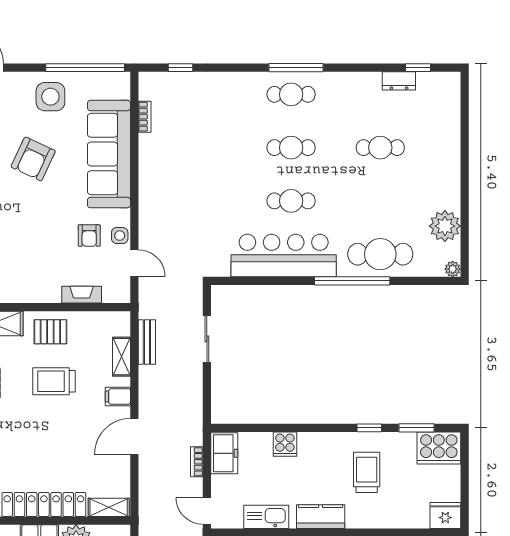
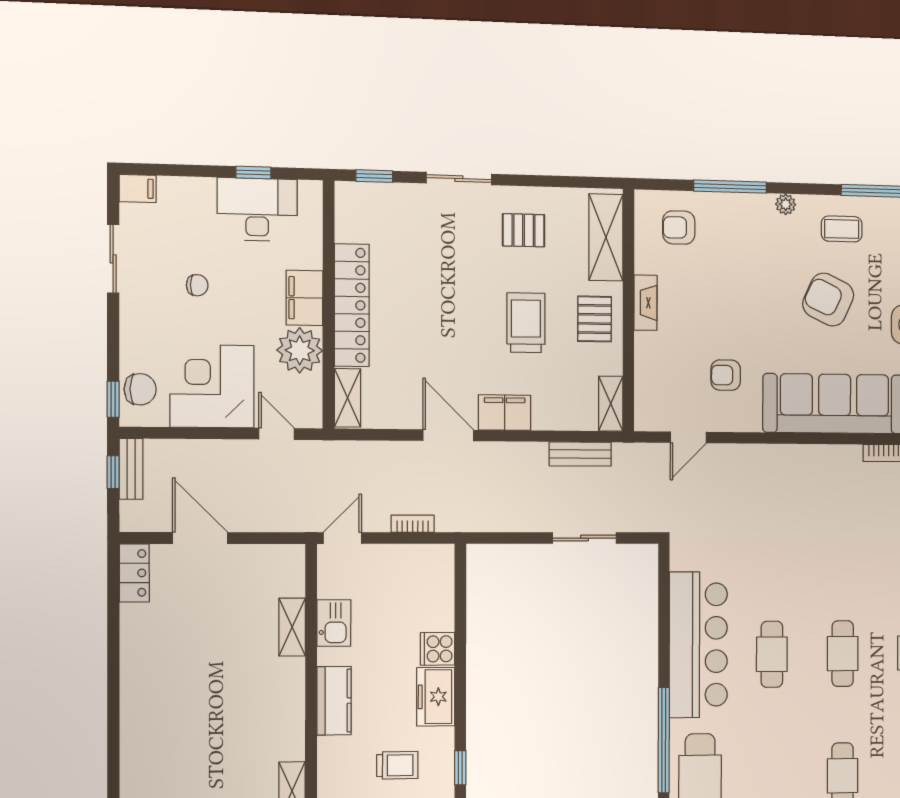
side table: (120, 236) -> (726, 417), removed
fireplace: (82, 295) -> (645, 303), moved
shelving: (122, 357) -> (611, 404), moved, turned 90
filing cabinet: (118, 396) -> (505, 413), width x2.00
freezer: (224, 453) -> (436, 697), moved, turned 90
trolley: (367, 472) -> (397, 765), width x0.73, depth x0.72
kitchen sink: (266, 517) -> (334, 623), width x0.73

